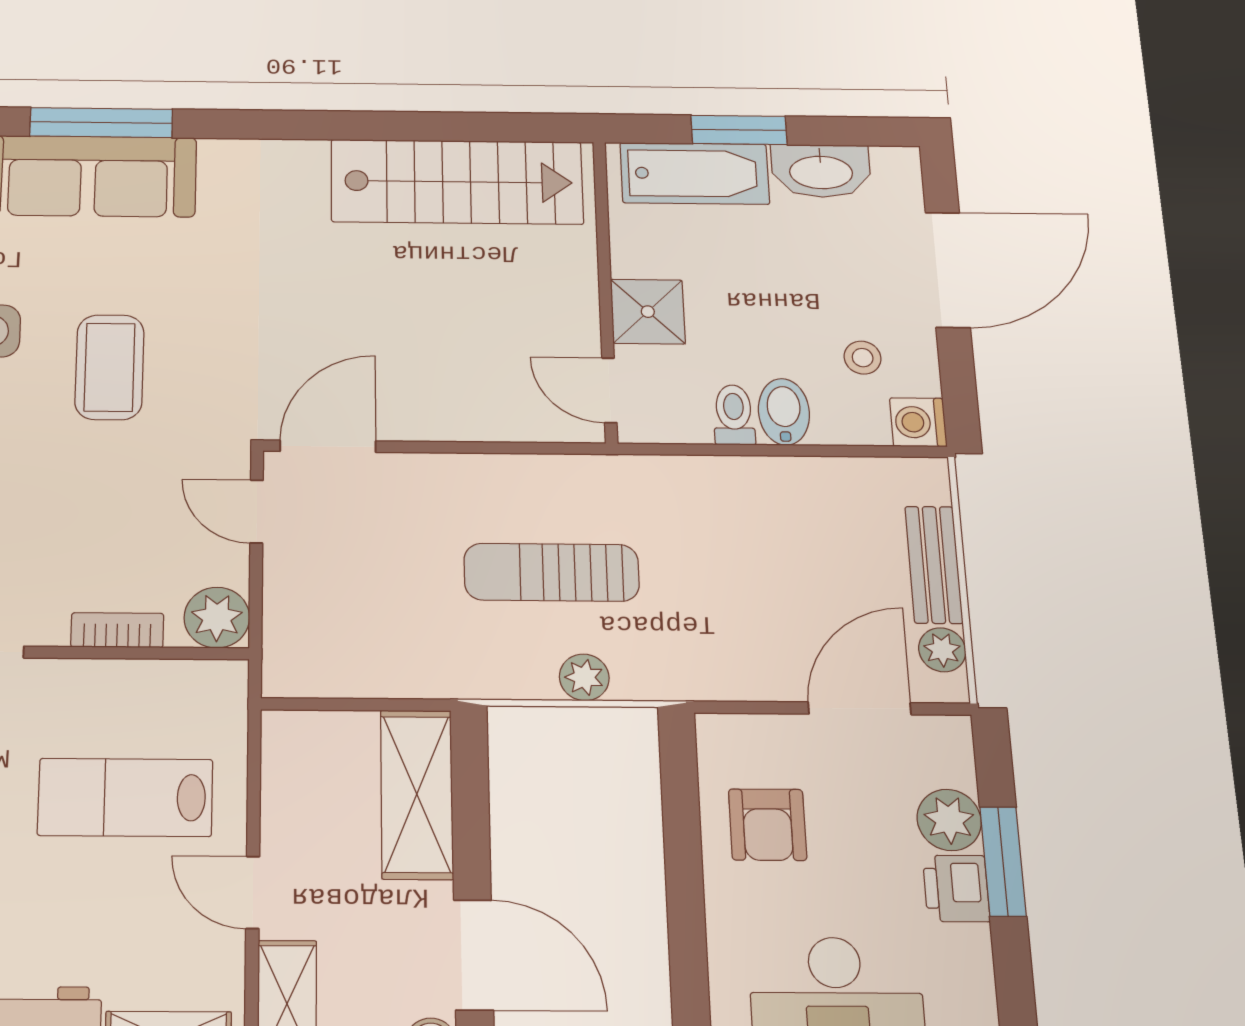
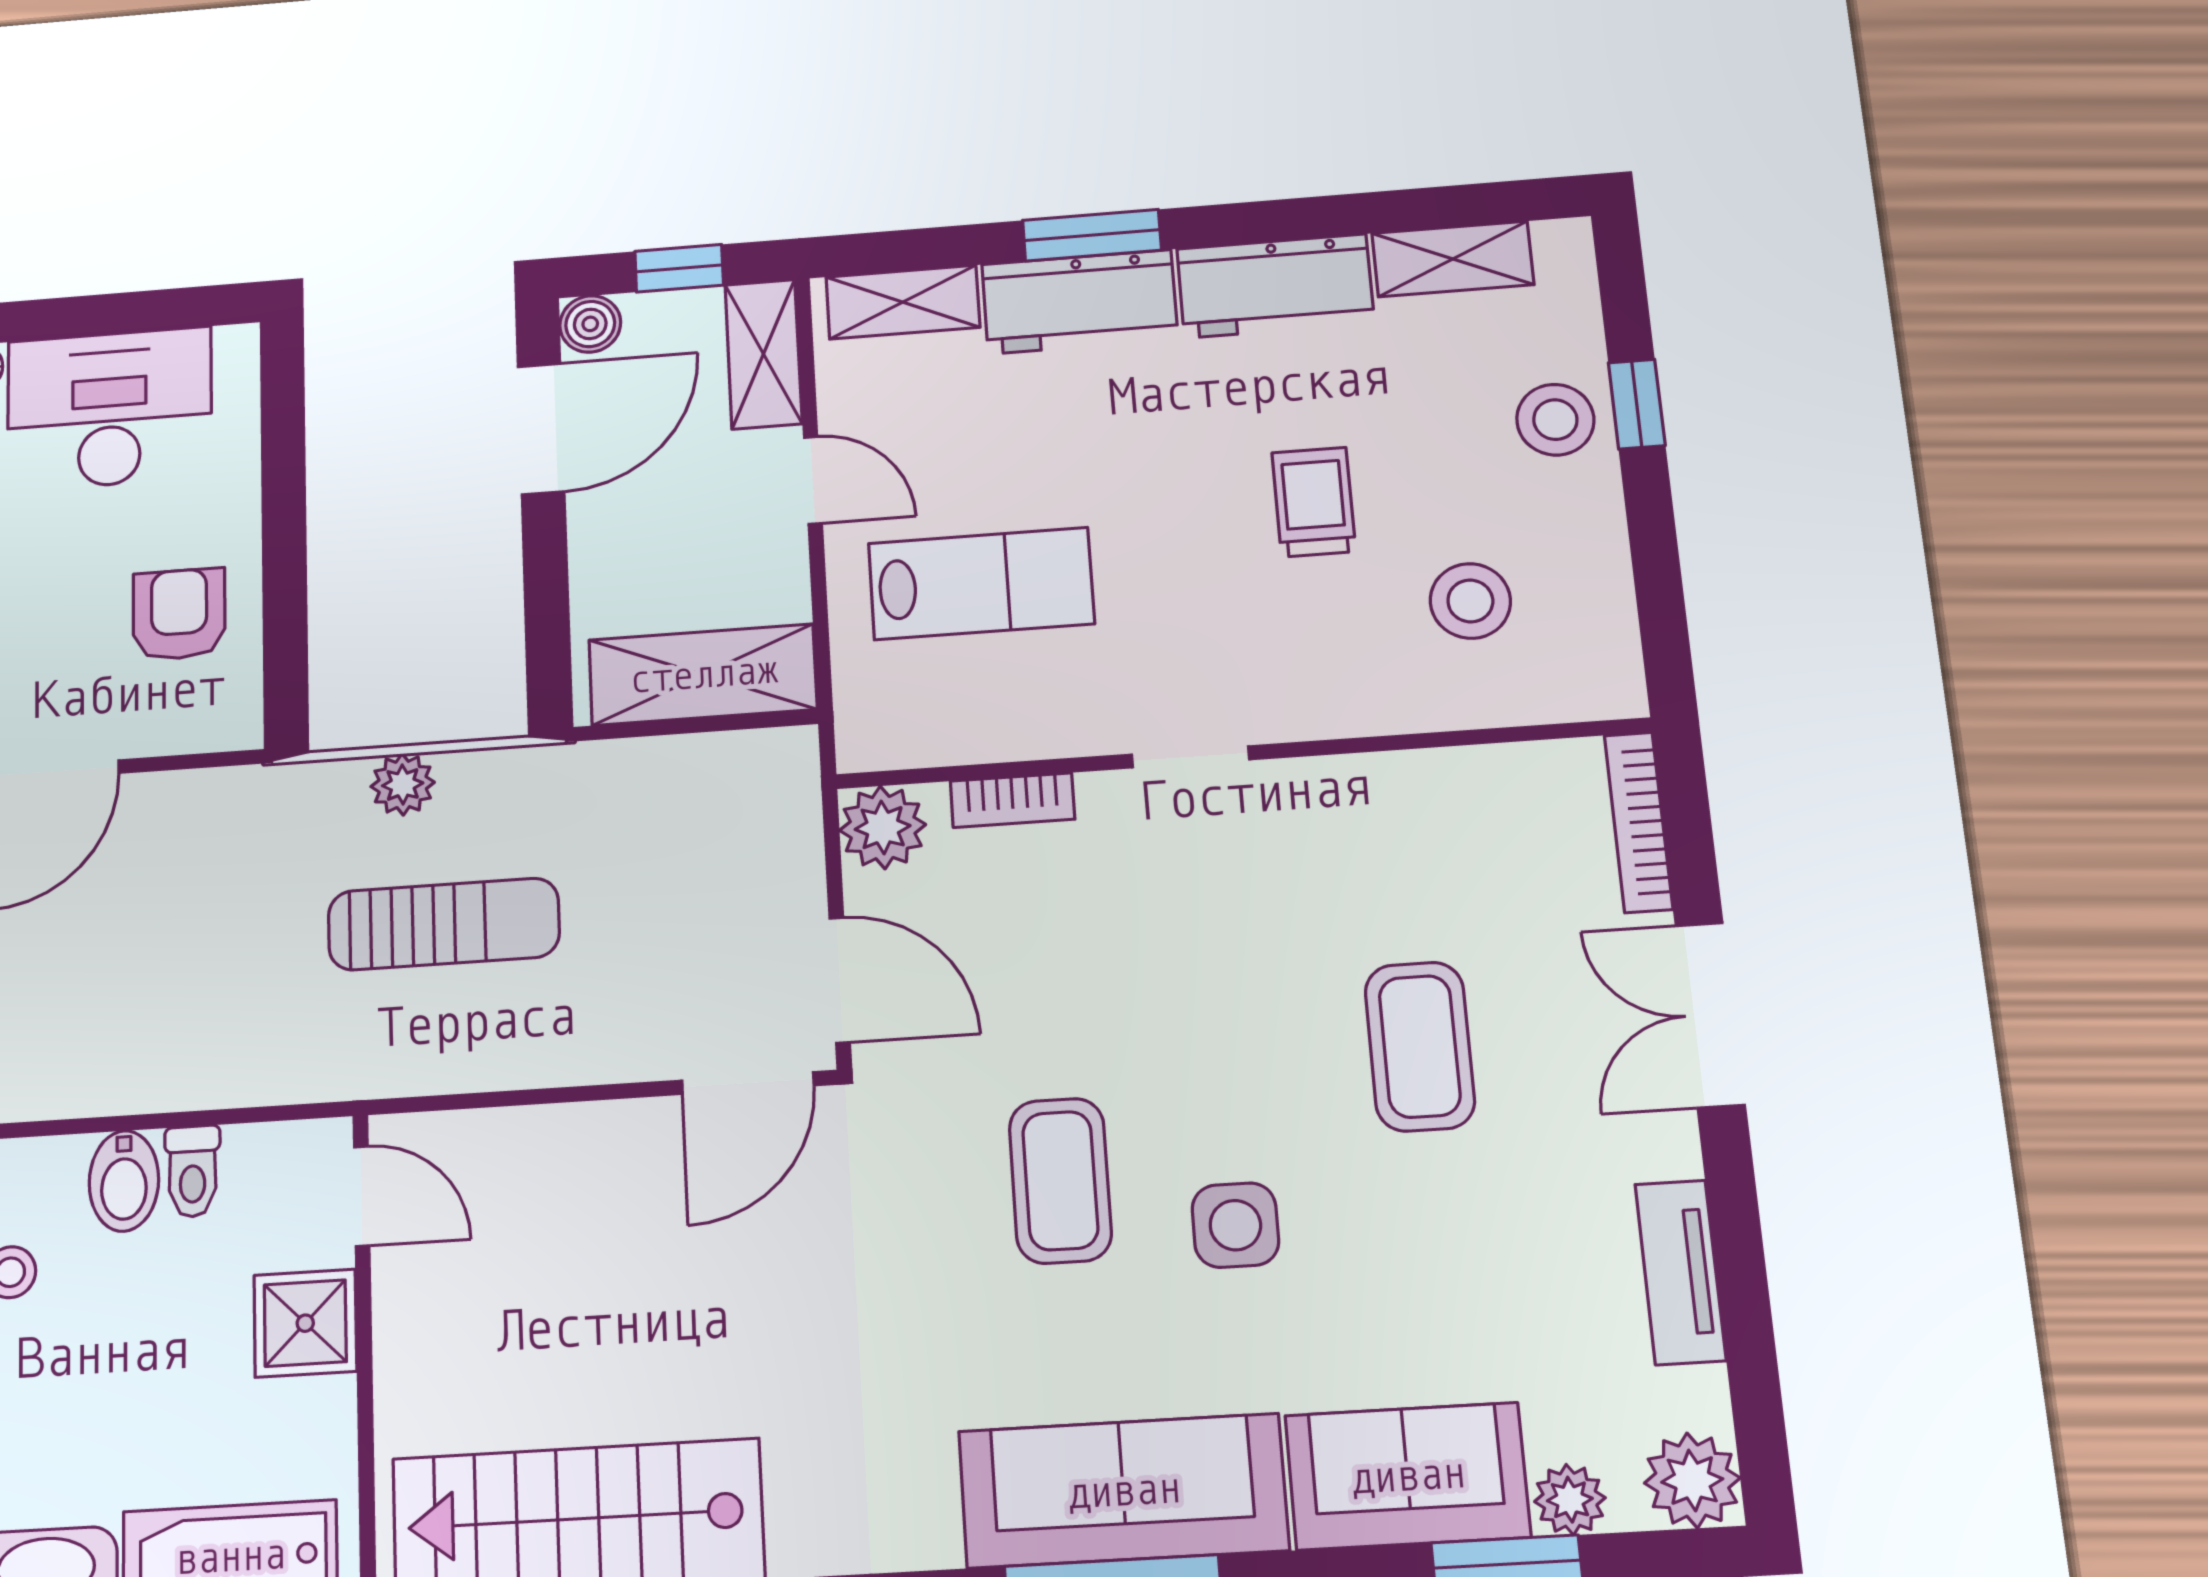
door: (257, 511) -> (840, 980), width x1.38
shelving: (417, 794) -> (703, 675), moved, turned 90
door: (474, 955) -> (541, 429), swing flipped

